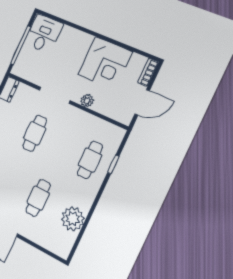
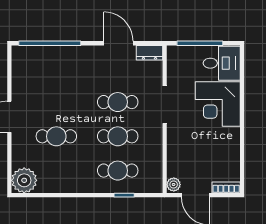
corner desk: (105, 63) -> (218, 104), moved
plant: (87, 101) -> (174, 185), moved
cafe table: (62, 146) -> (118, 136), added
plant: (73, 219) -> (24, 180), moved

